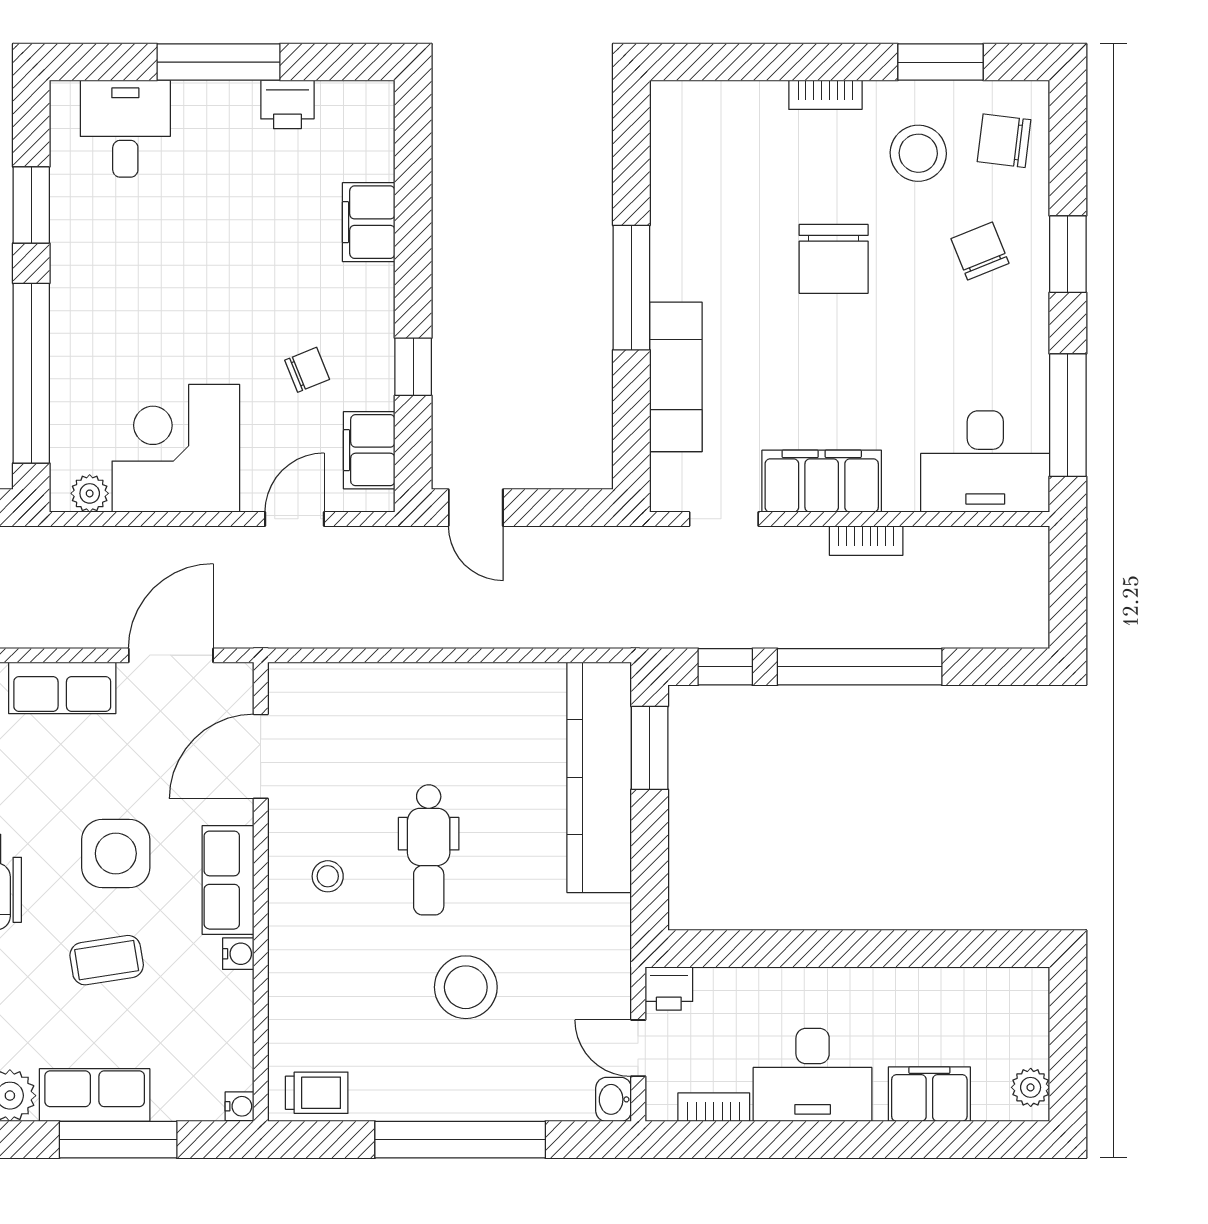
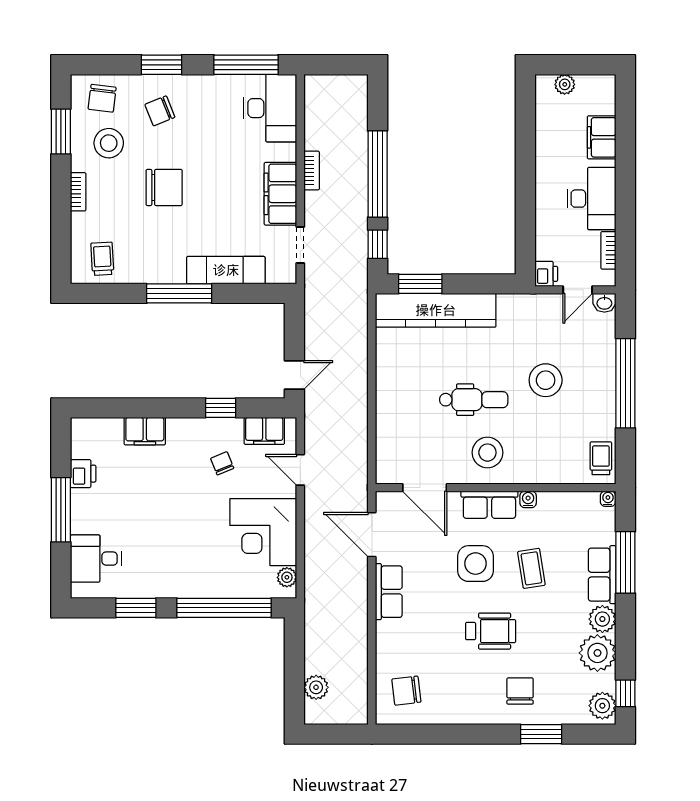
trolley: (698, 141) -> (102, 259), added
stool: (328, 876) -> (487, 453), width x1.89, depth x1.89
plant: (1031, 1087) -> (565, 84), moved

